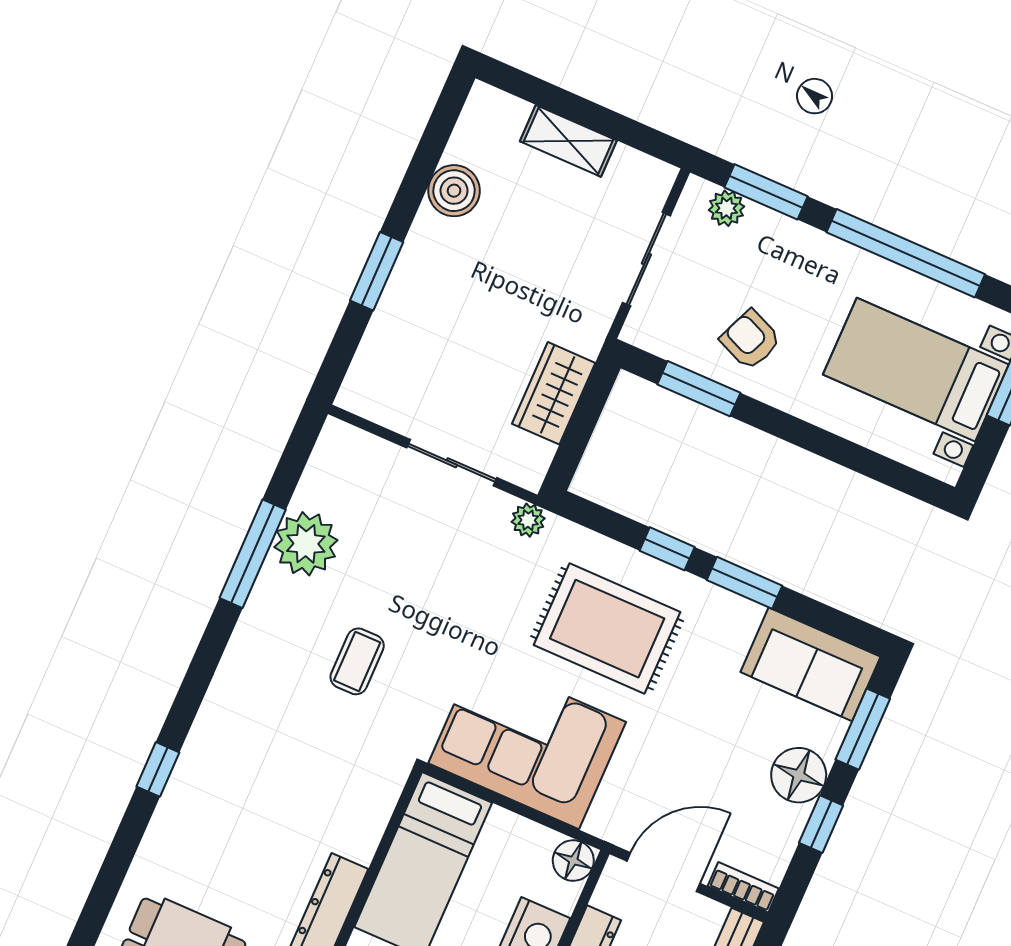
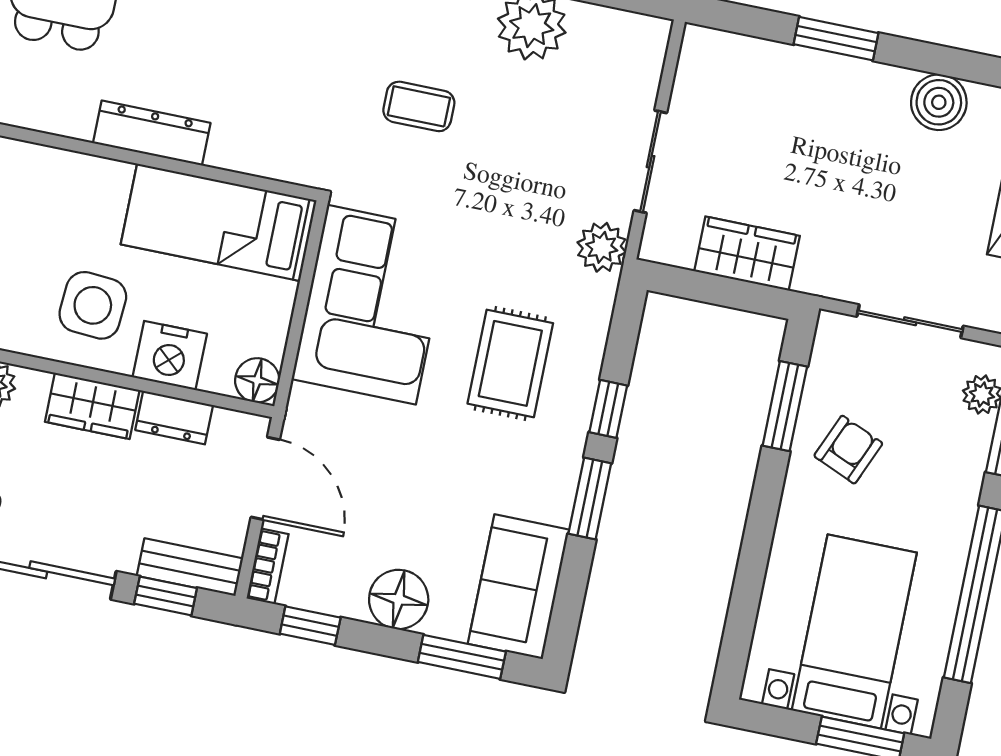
plant: (528, 520) -> (602, 247), width x1.38, depth x1.38
rug: (607, 629) -> (510, 363), width x0.73, depth x0.70
window: (821, 824) -> (310, 626), moved

